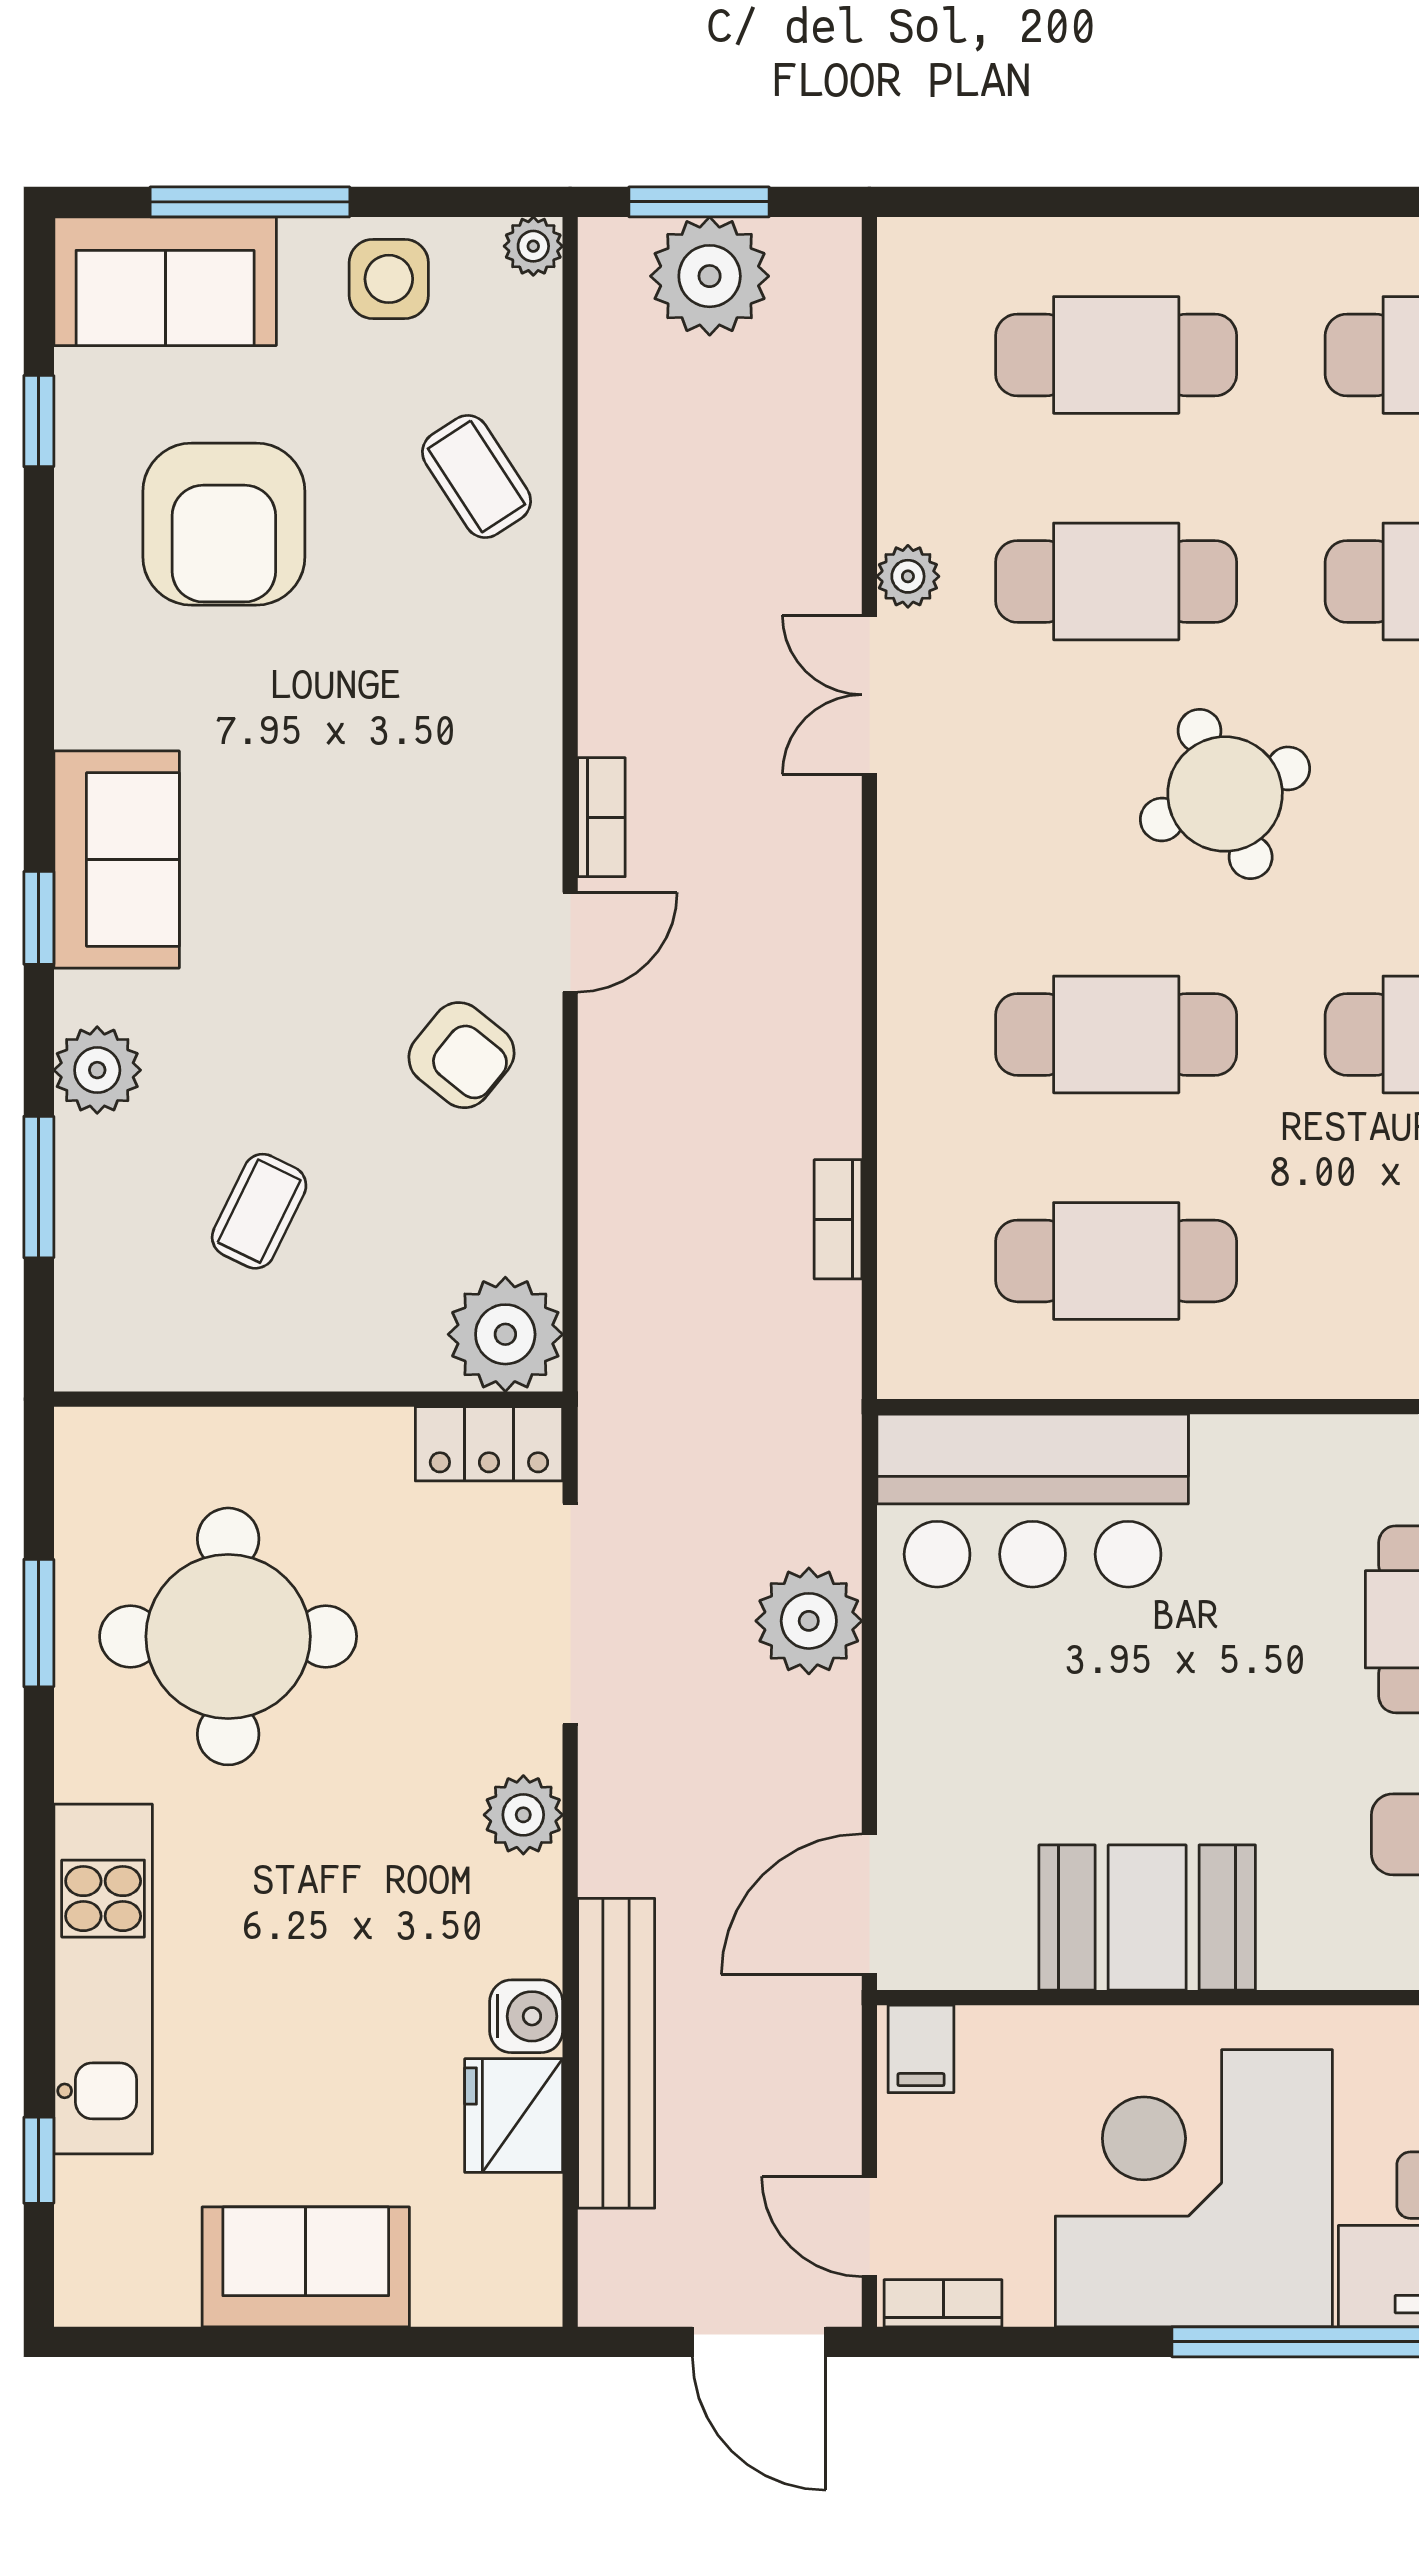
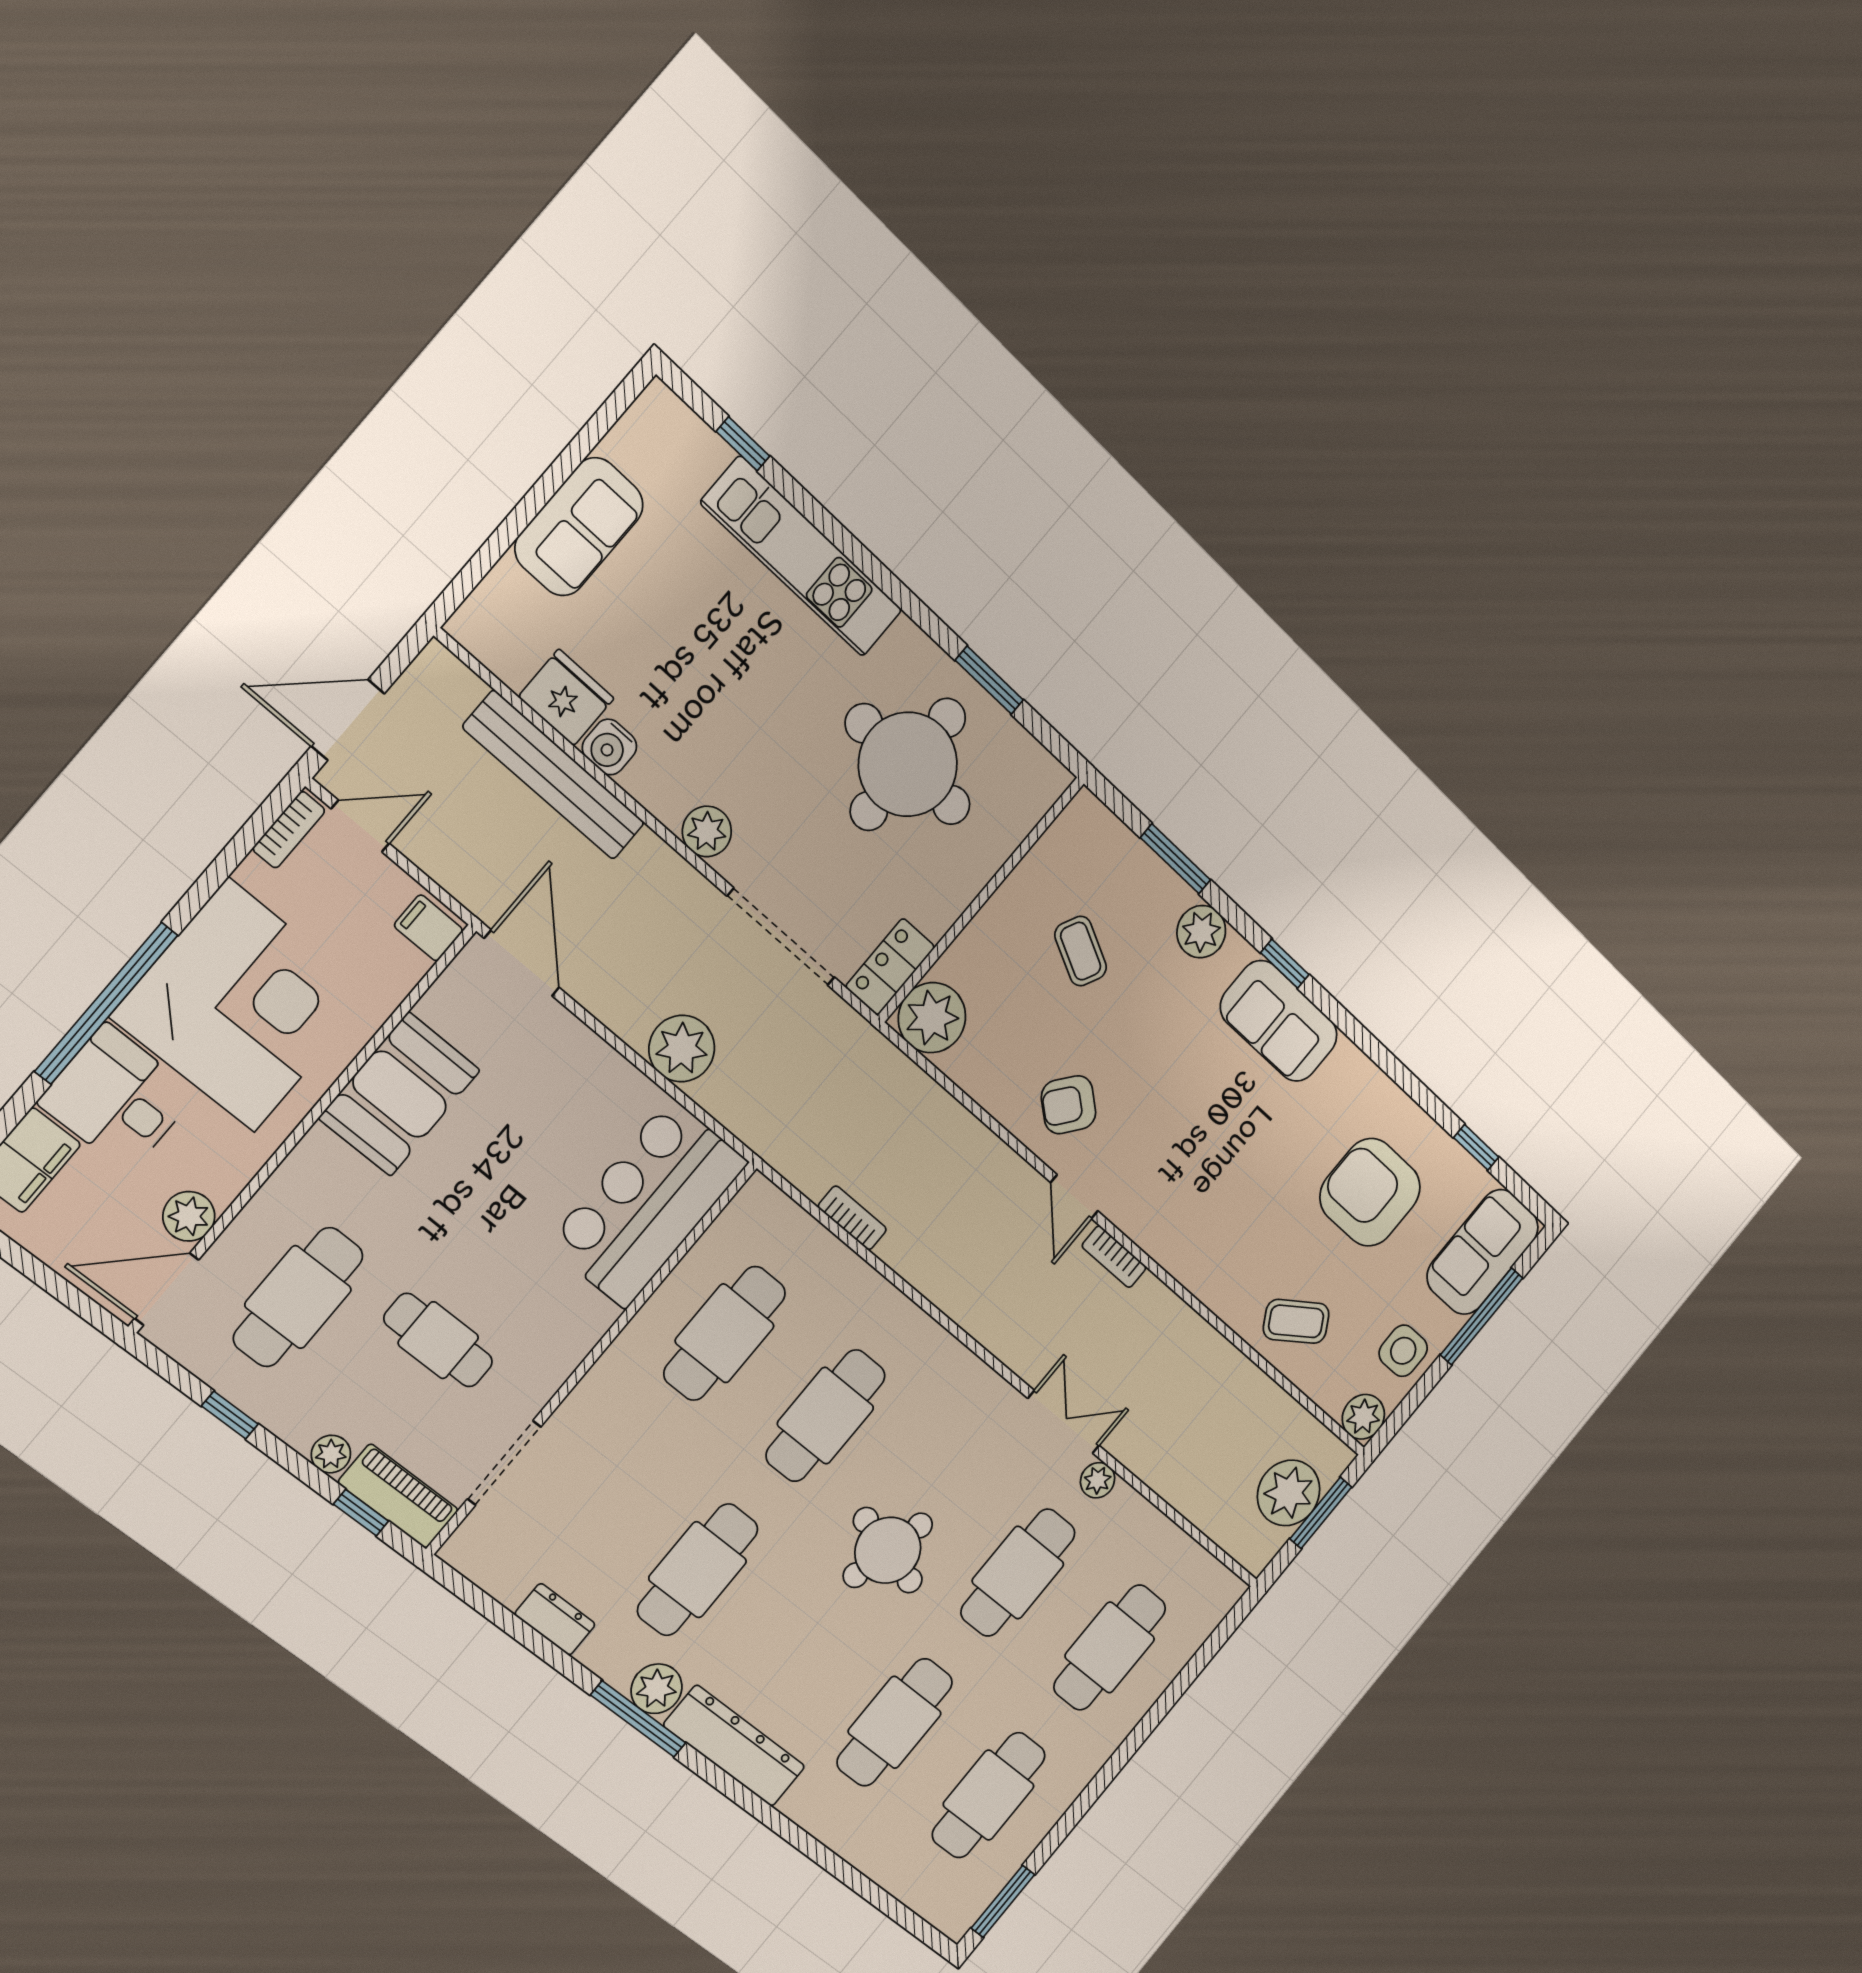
plant: (533, 246) -> (1363, 1417), width x1.38, depth x1.38
round table: (1225, 794) -> (888, 1550), turned 36

